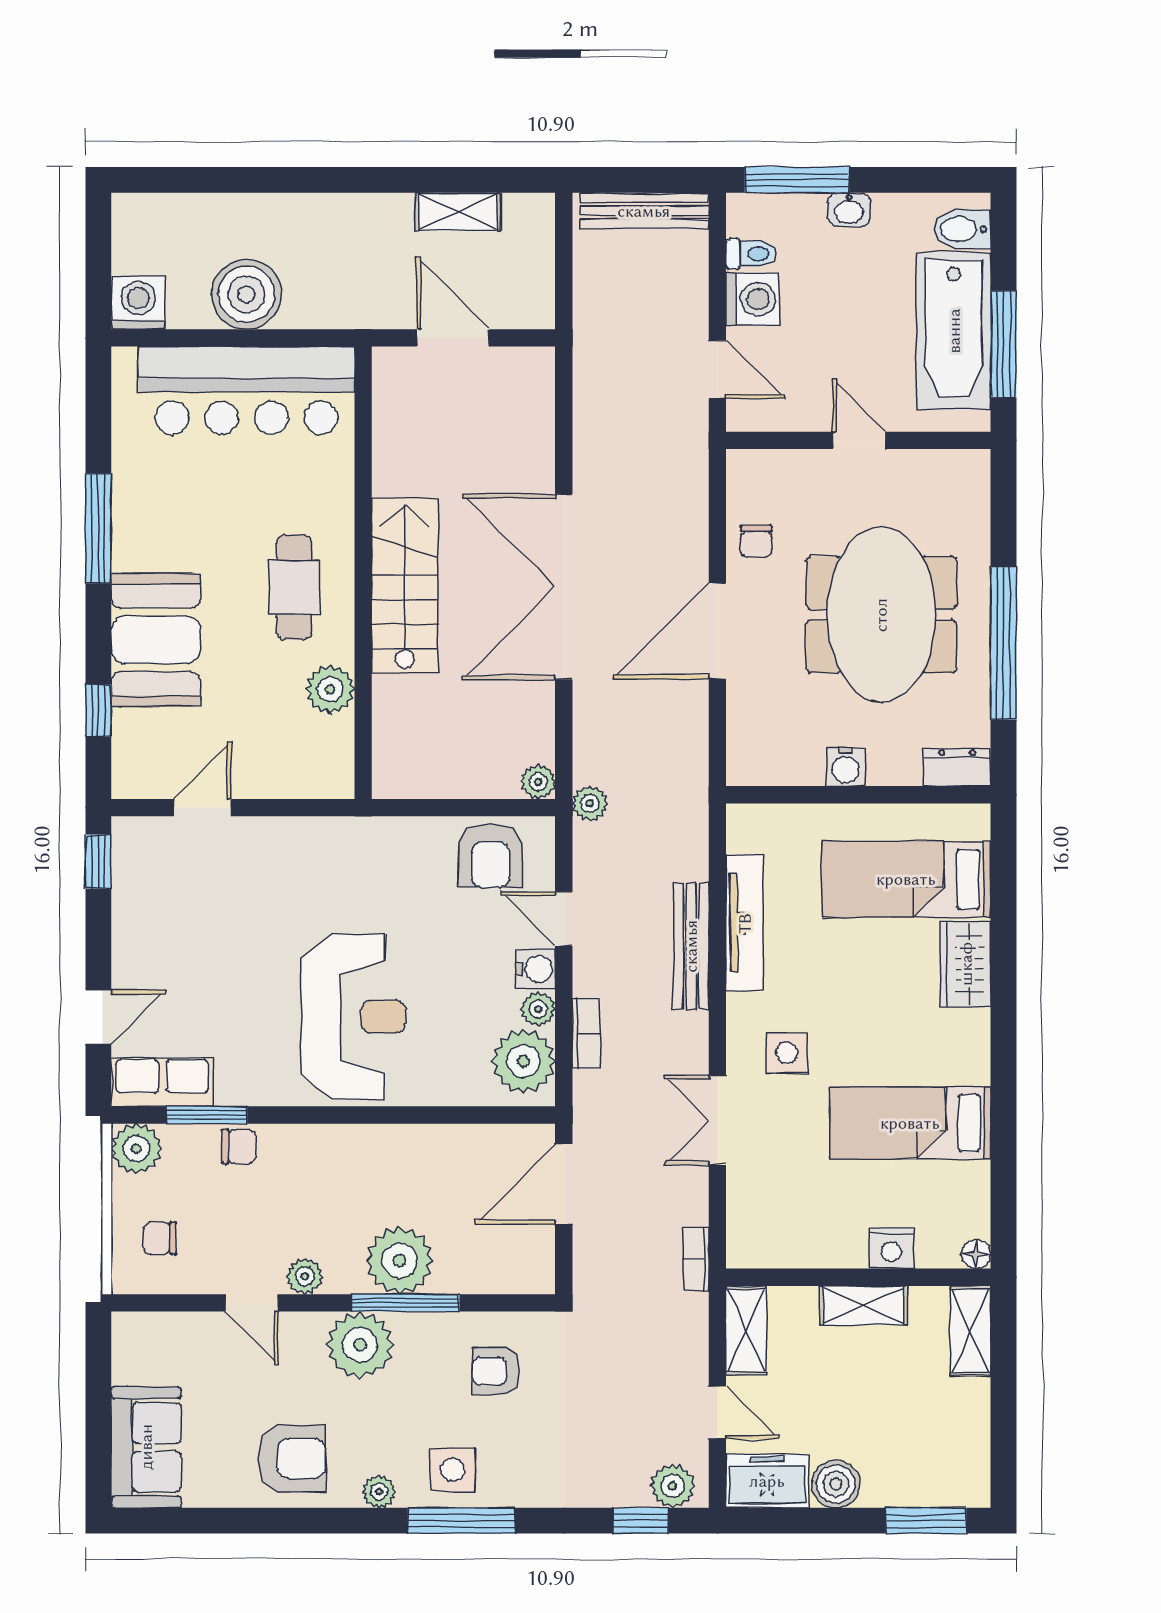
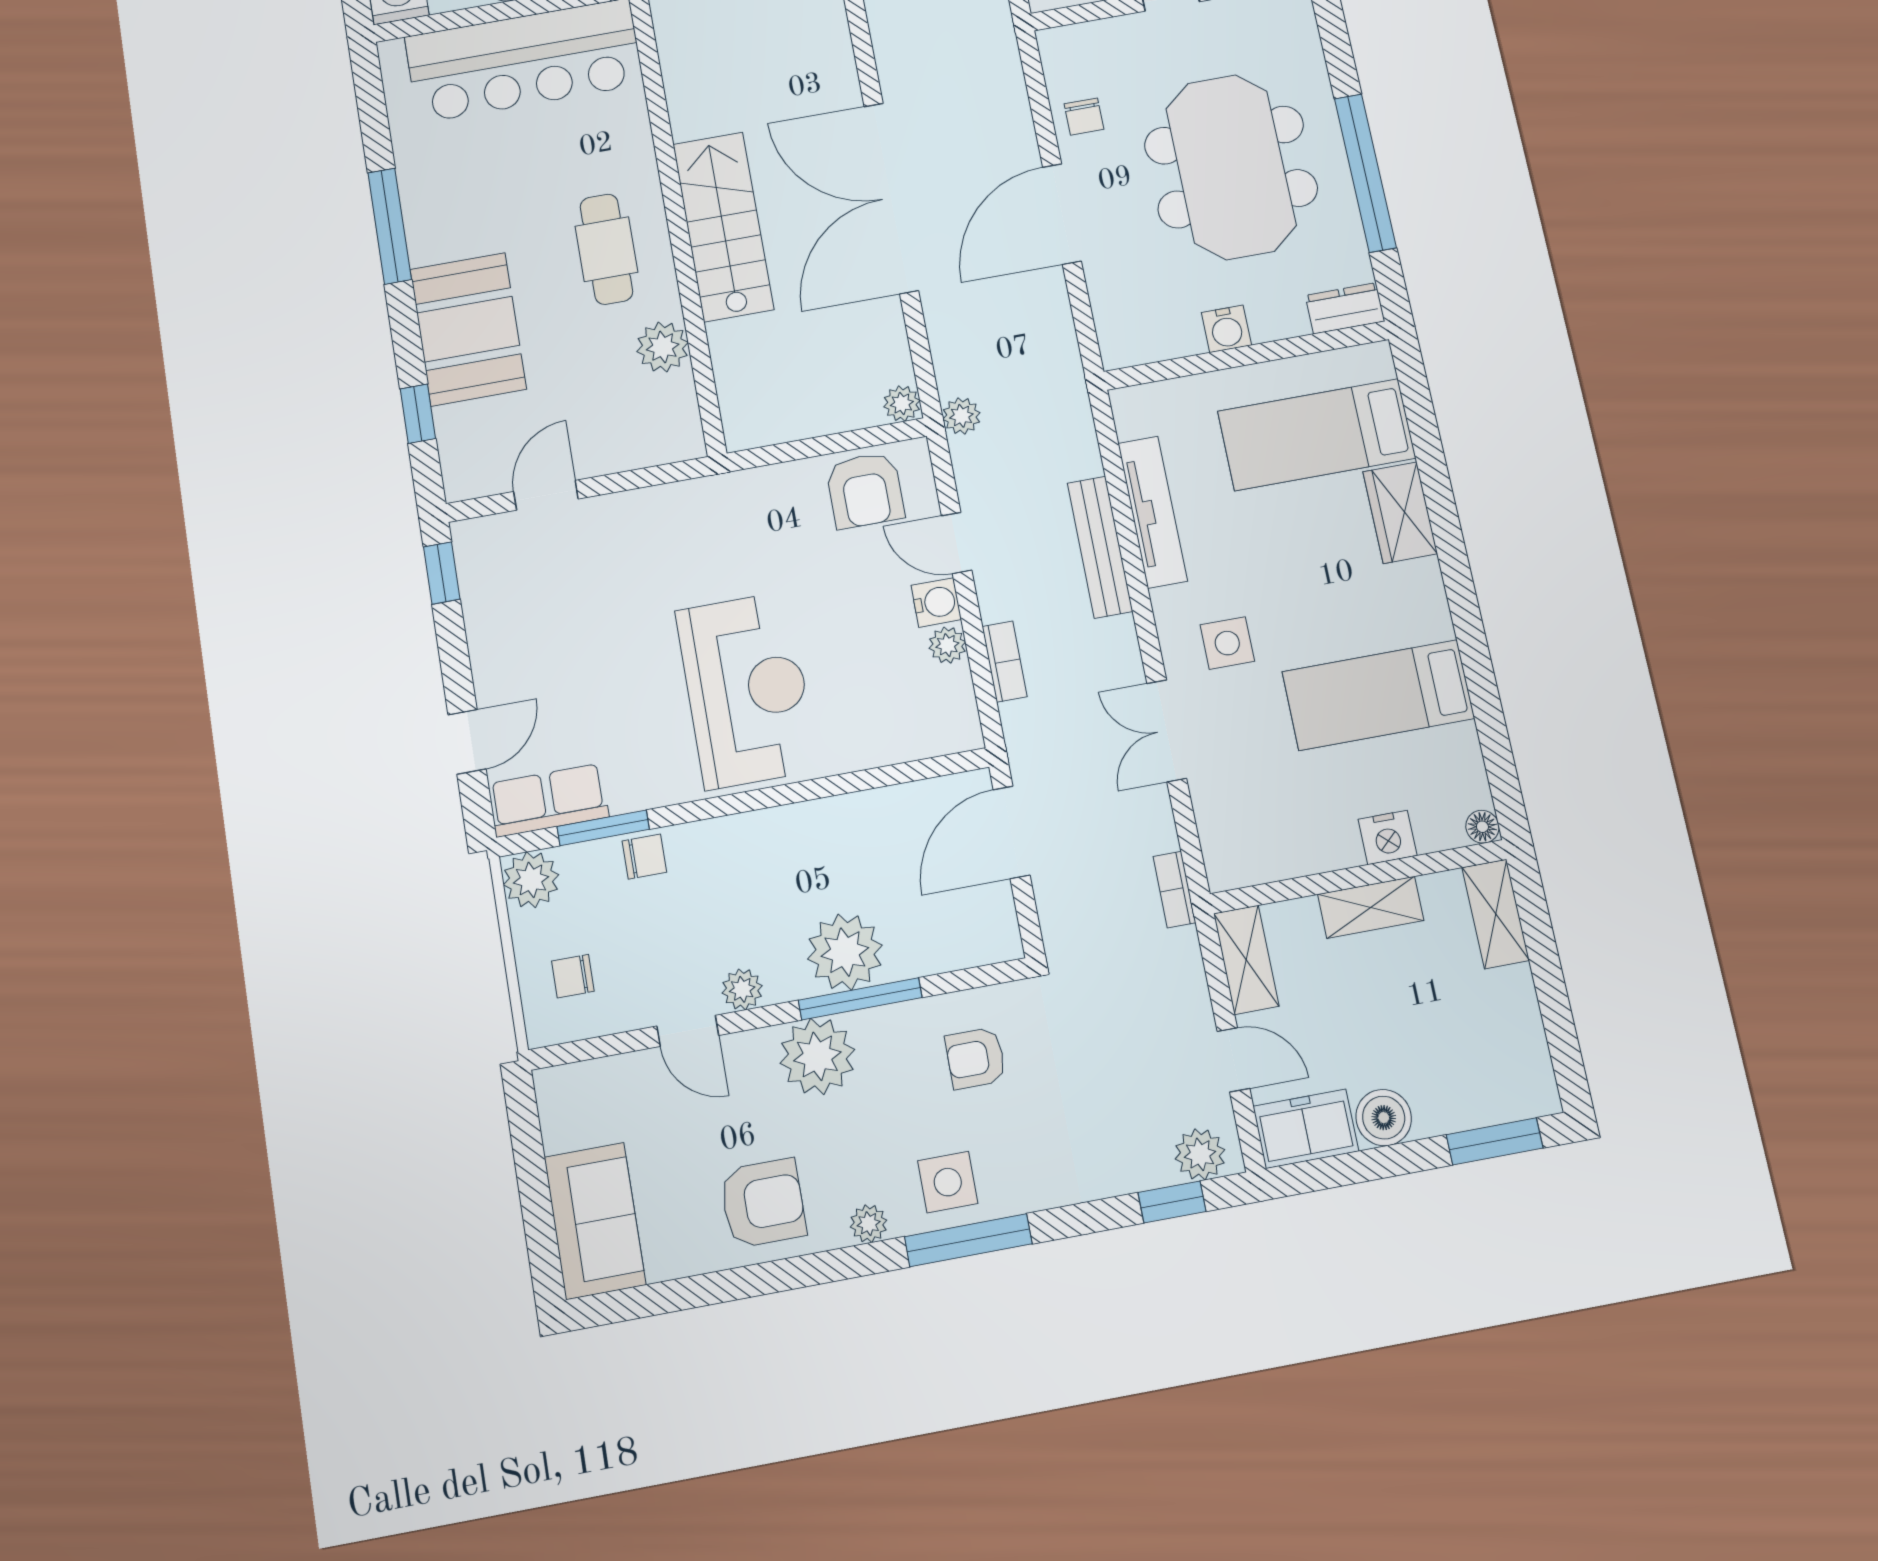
plant: (523, 1061) -> (942, 705), removed

